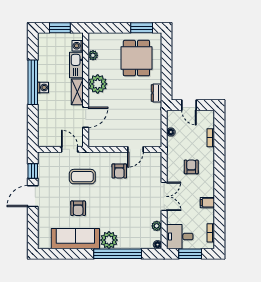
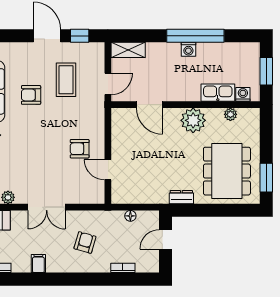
dining table: (136, 58) -> (227, 171), width x1.38
shelving: (77, 92) -> (128, 50), moved
armchair: (191, 167) -> (85, 242), turned -74
coffee table: (82, 177) -> (66, 80), moved

